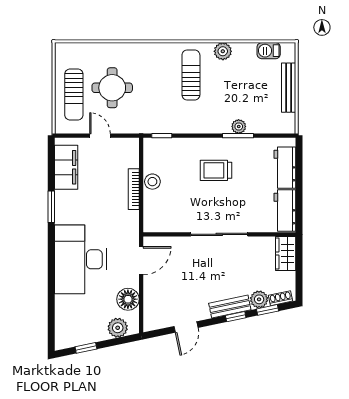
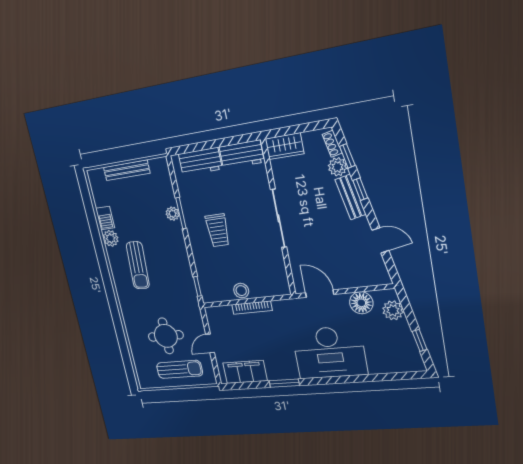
barbecue: (269, 51) -> (105, 218), moved
sun lounger: (191, 75) -> (138, 265), turned -87

